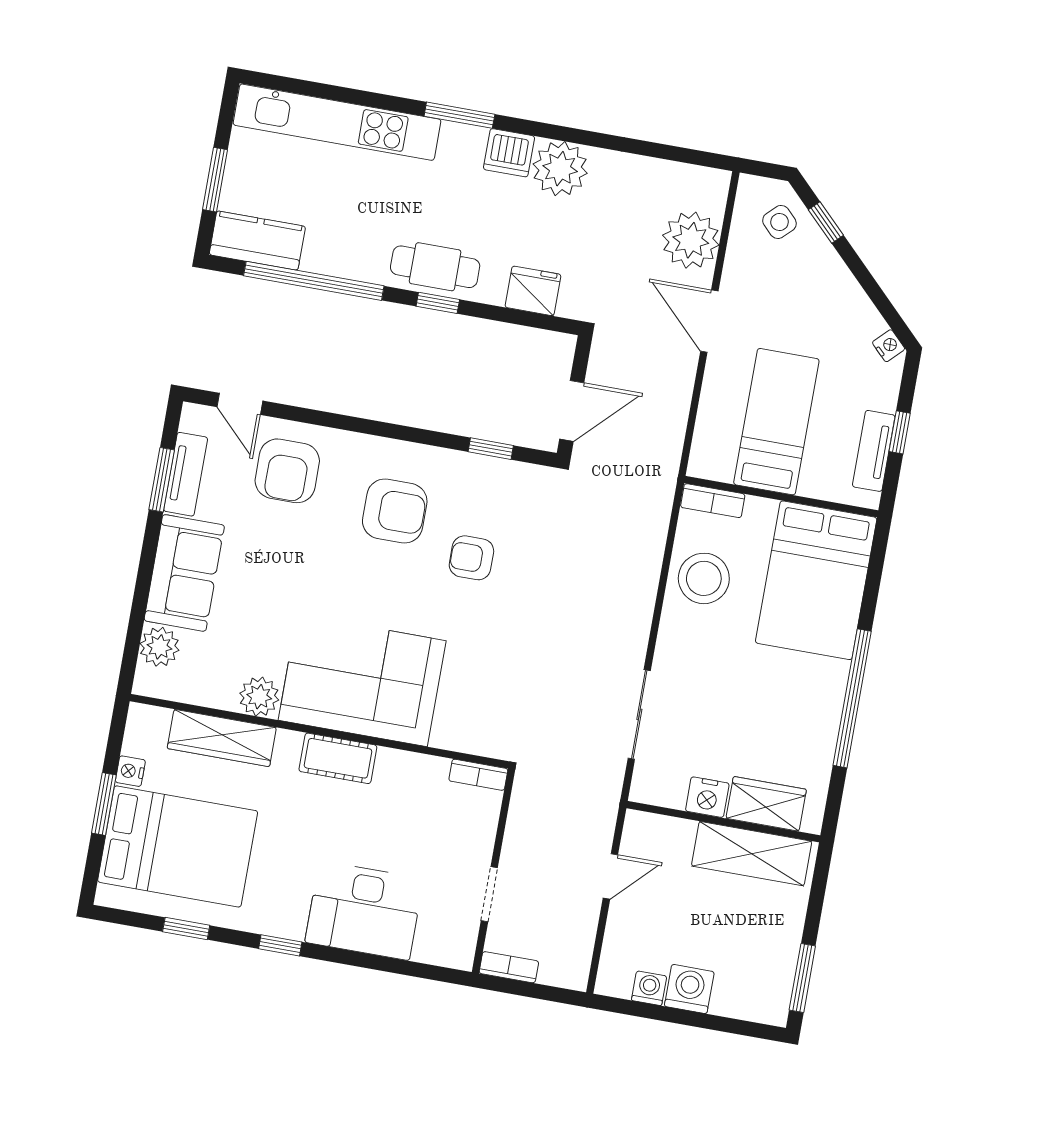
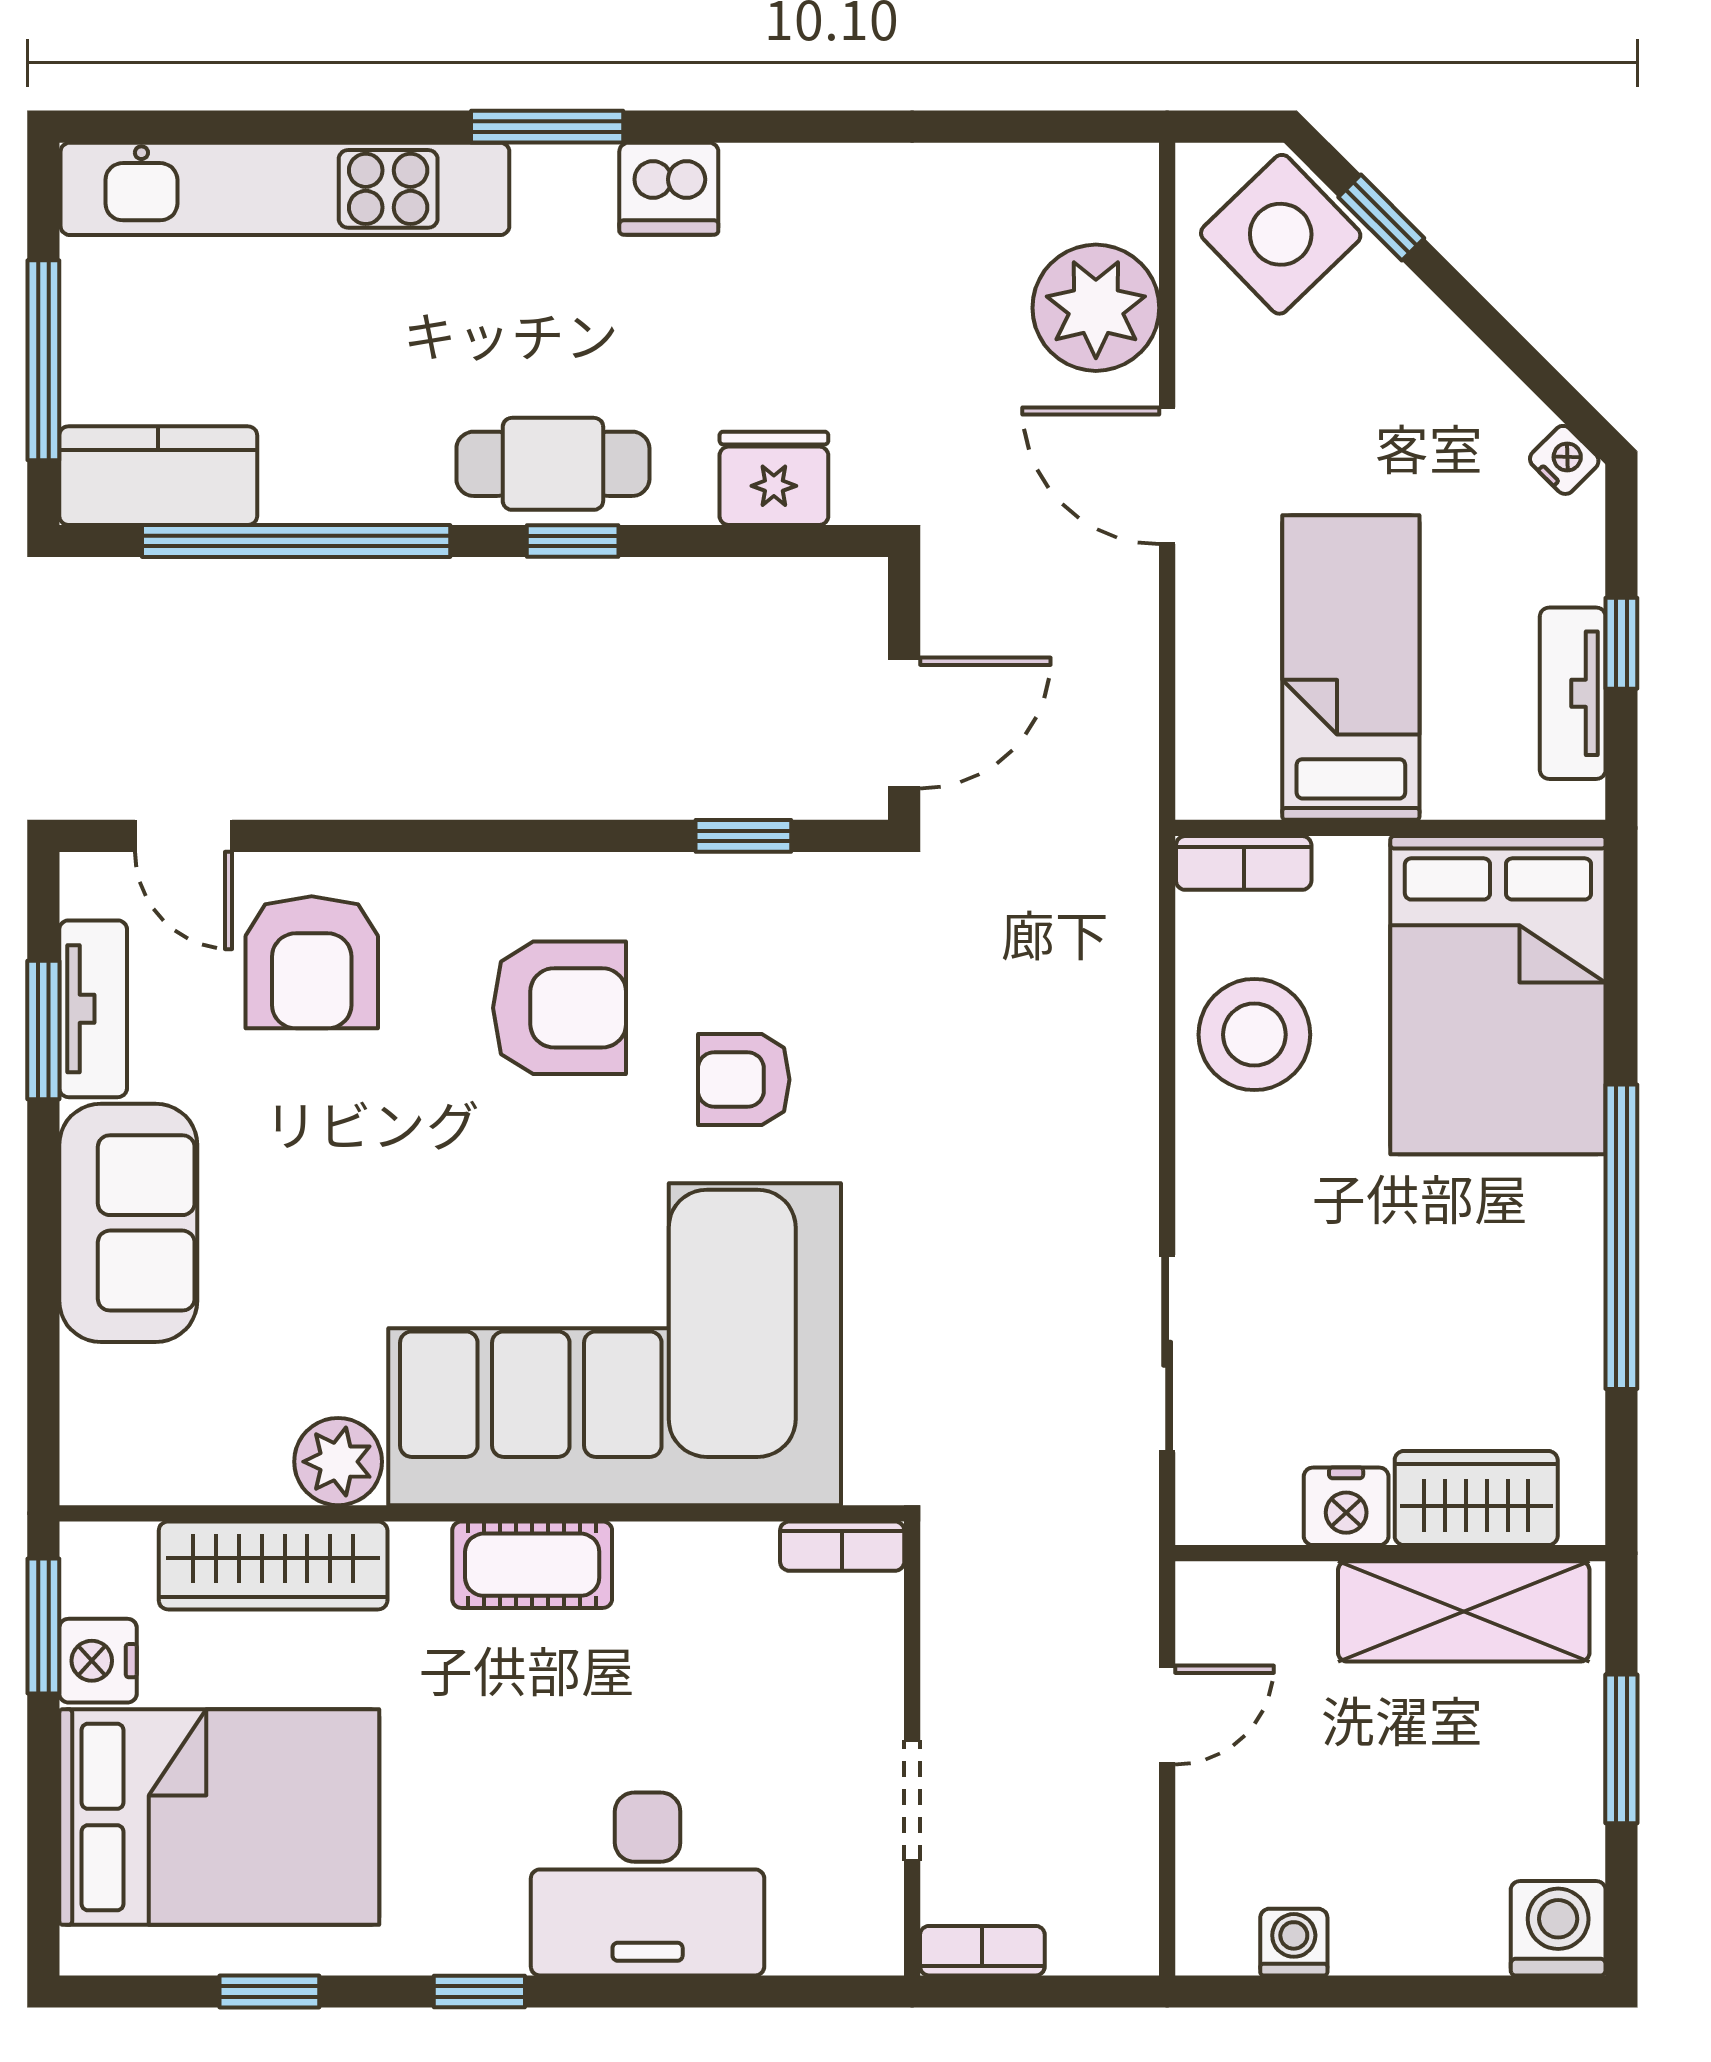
plant: (560, 169) -> (786, 203), removed
window: (215, 180) -> (43, 360), width x1.44
side table: (779, 222) -> (1281, 234), width x1.87, depth x1.87
plant: (159, 647) -> (103, 1392), removed
corner sofa: (362, 680) -> (615, 1344), width x1.36, depth x1.36
nightstand: (130, 771) -> (98, 1661), width x1.39, depth x1.35
window: (104, 804) -> (43, 1626), moved
window: (802, 978) -> (1621, 1749), moved
washing machine: (689, 989) -> (1558, 1928), moved

